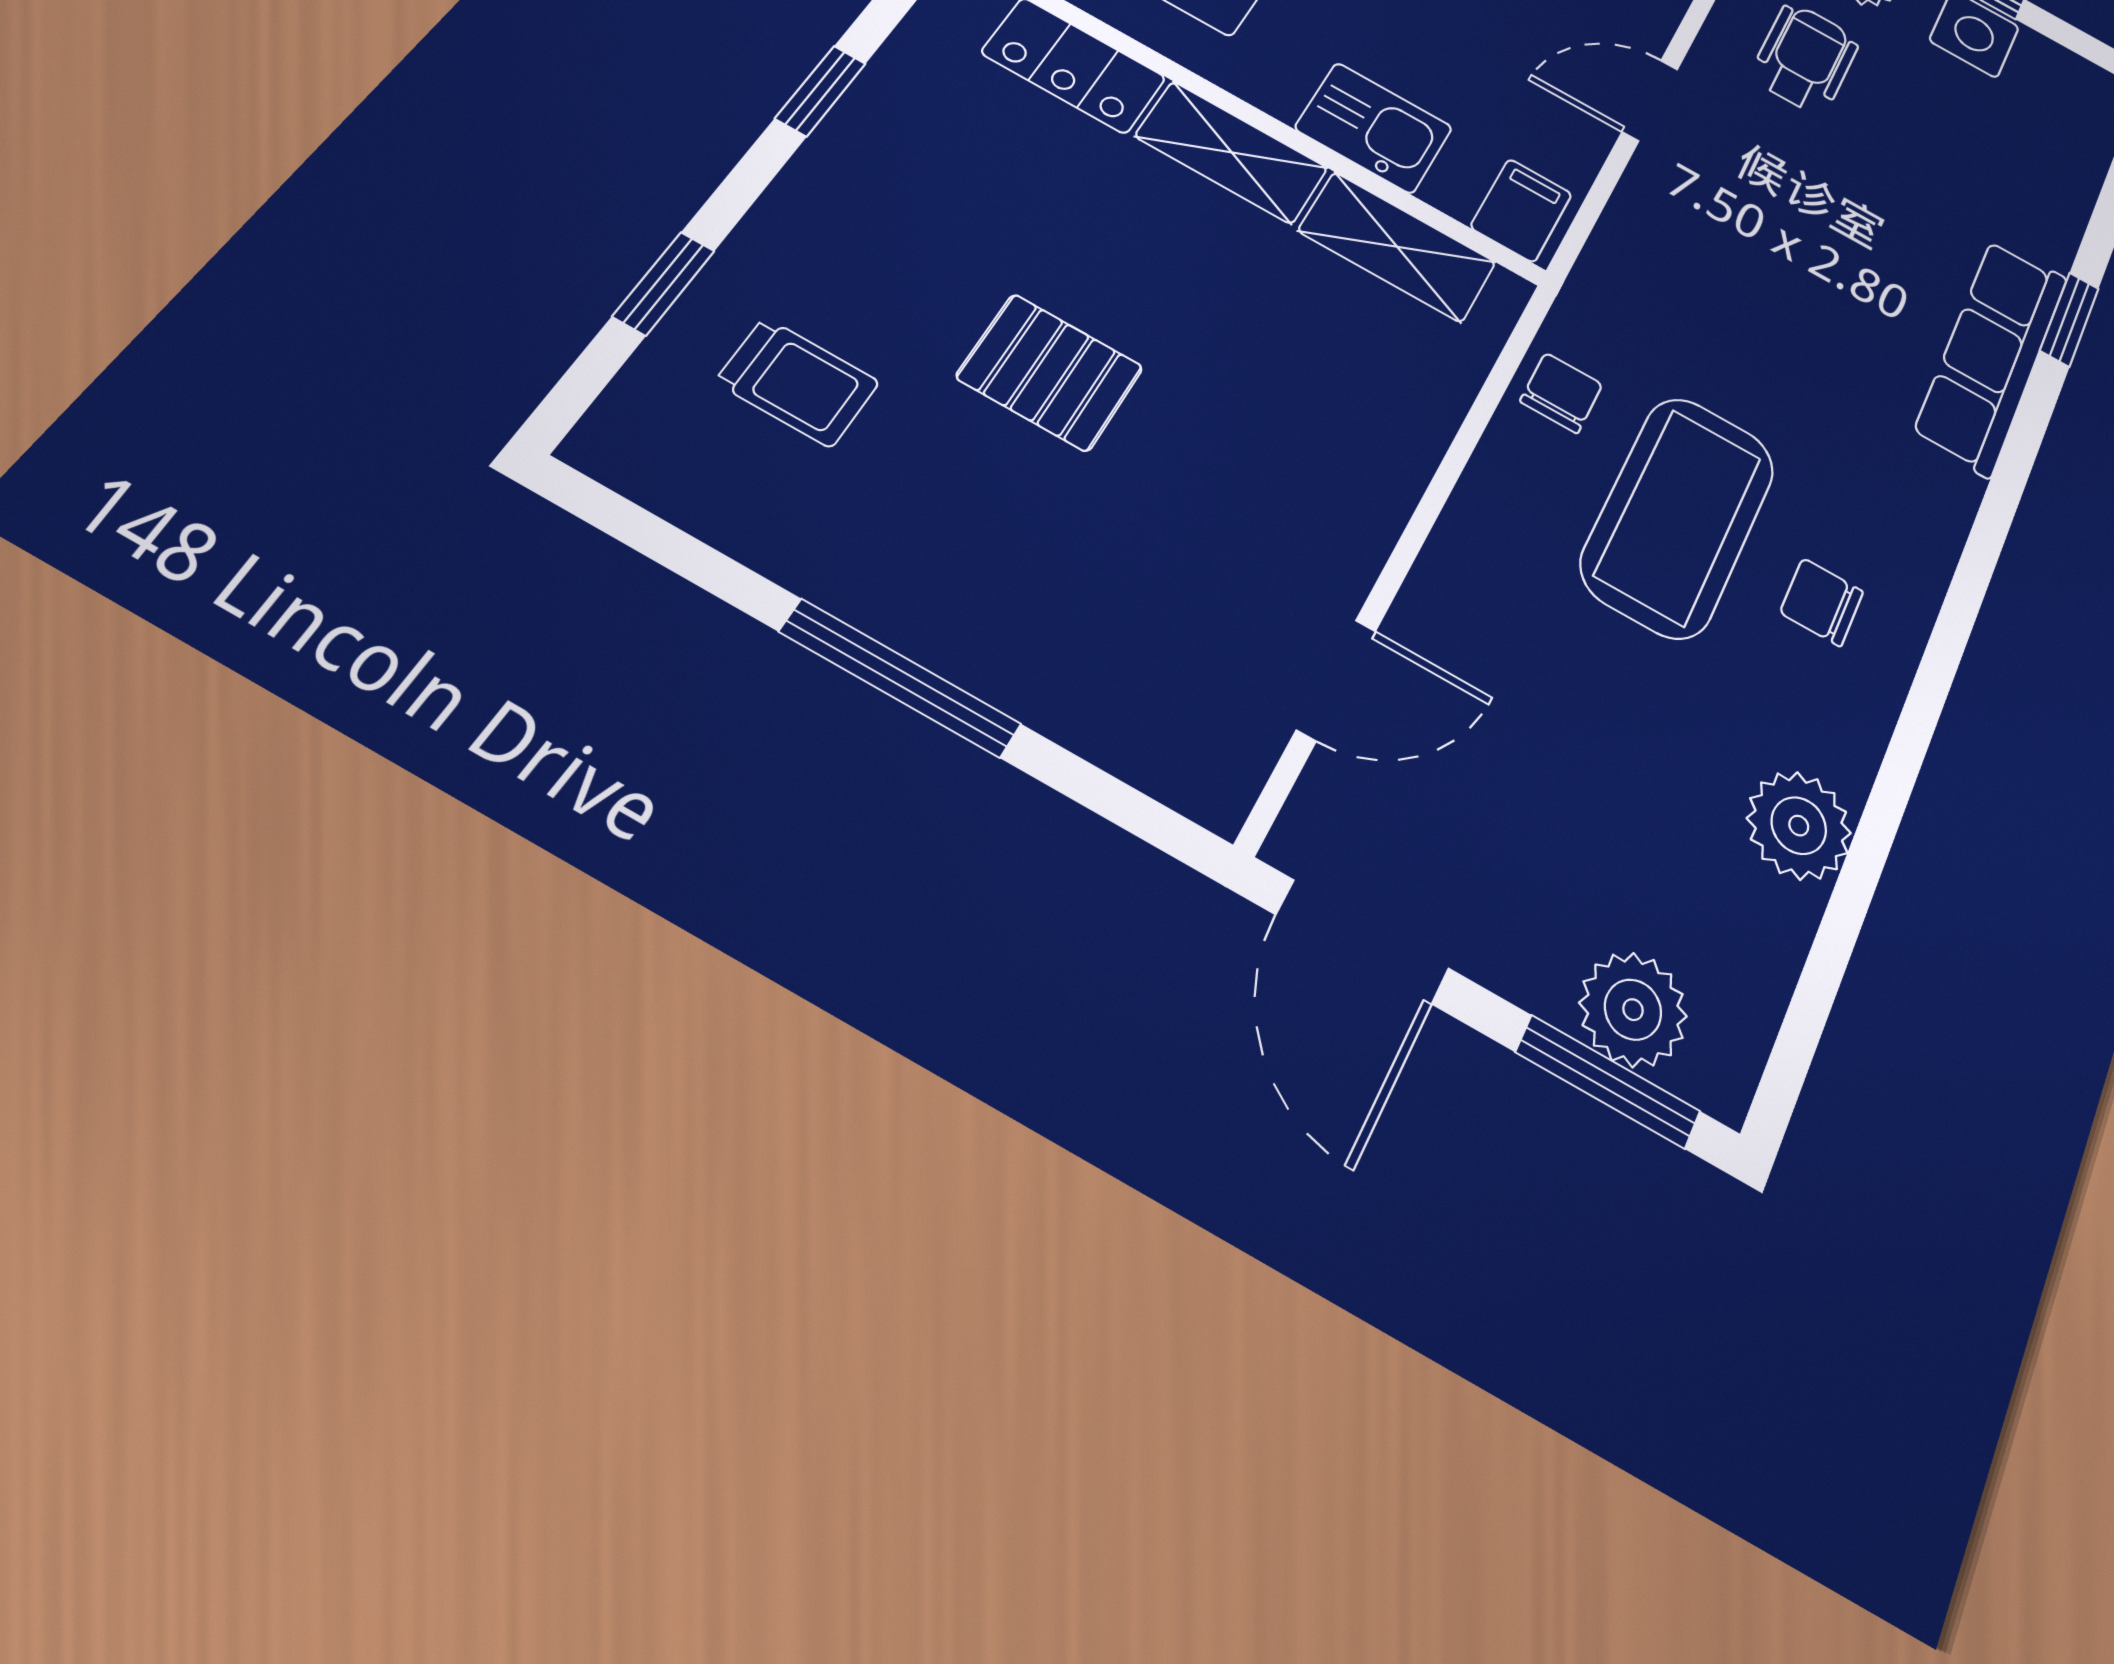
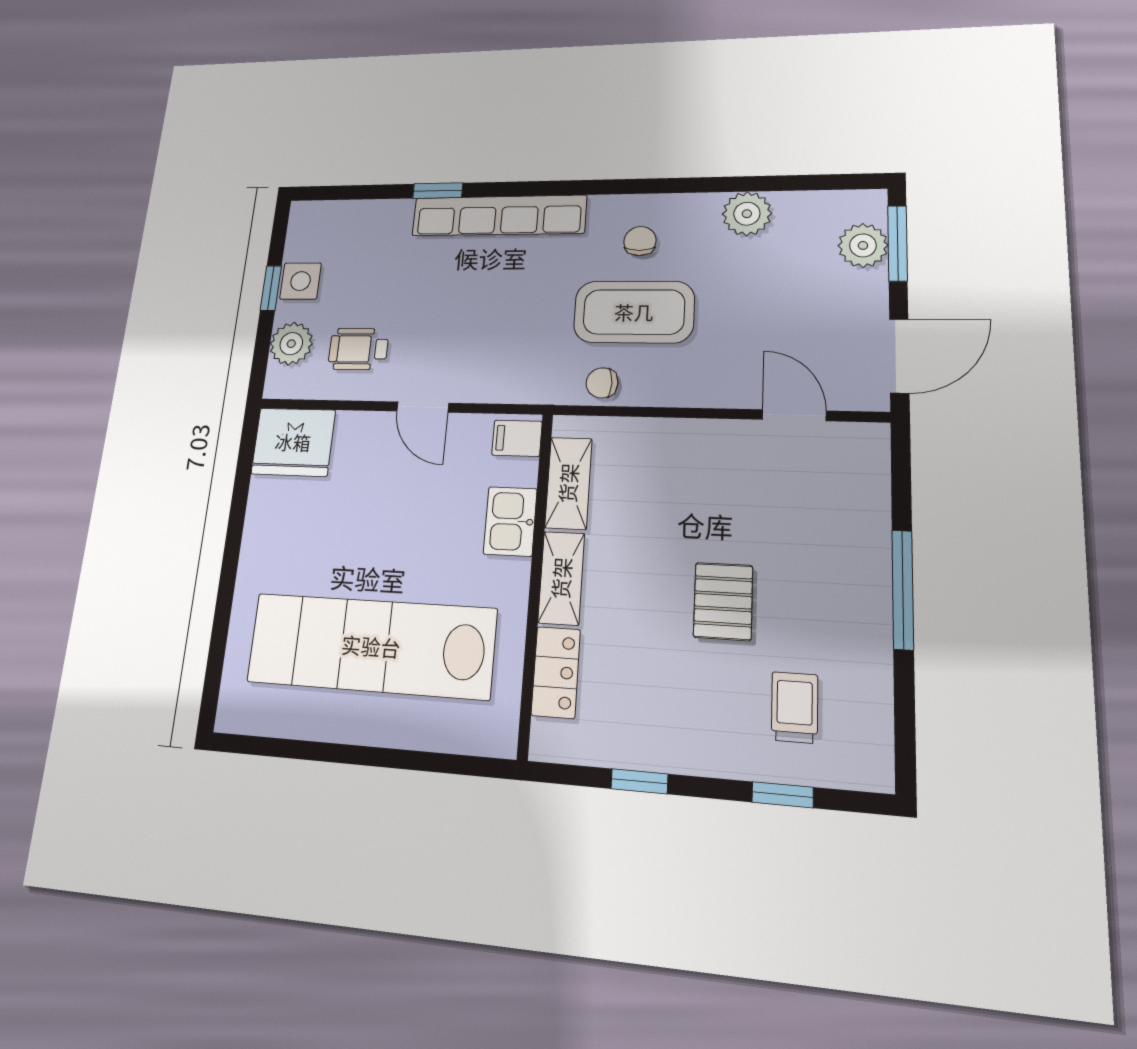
row of seats: (1991, 355) -> (499, 216), width x1.36
chair: (1822, 602) -> (640, 241), turned 180

